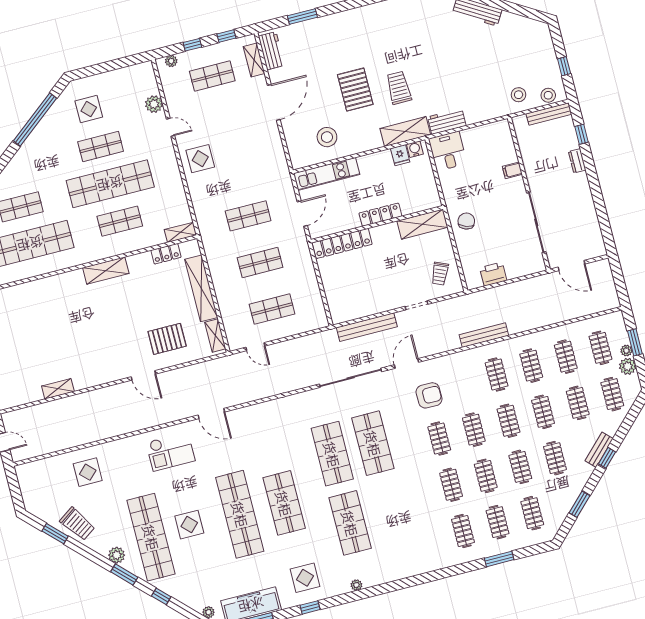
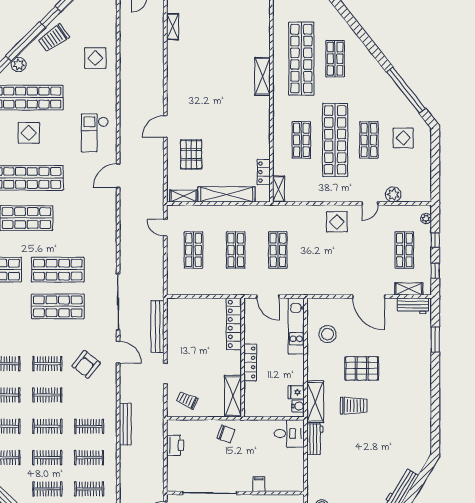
shelving: (106, 271) -> (262, 76), moved
door: (255, 347) -> (165, 228), hinge flipped
shelving: (58, 389) -> (173, 27), moved
armchair: (429, 395) -> (86, 364), turned 38

